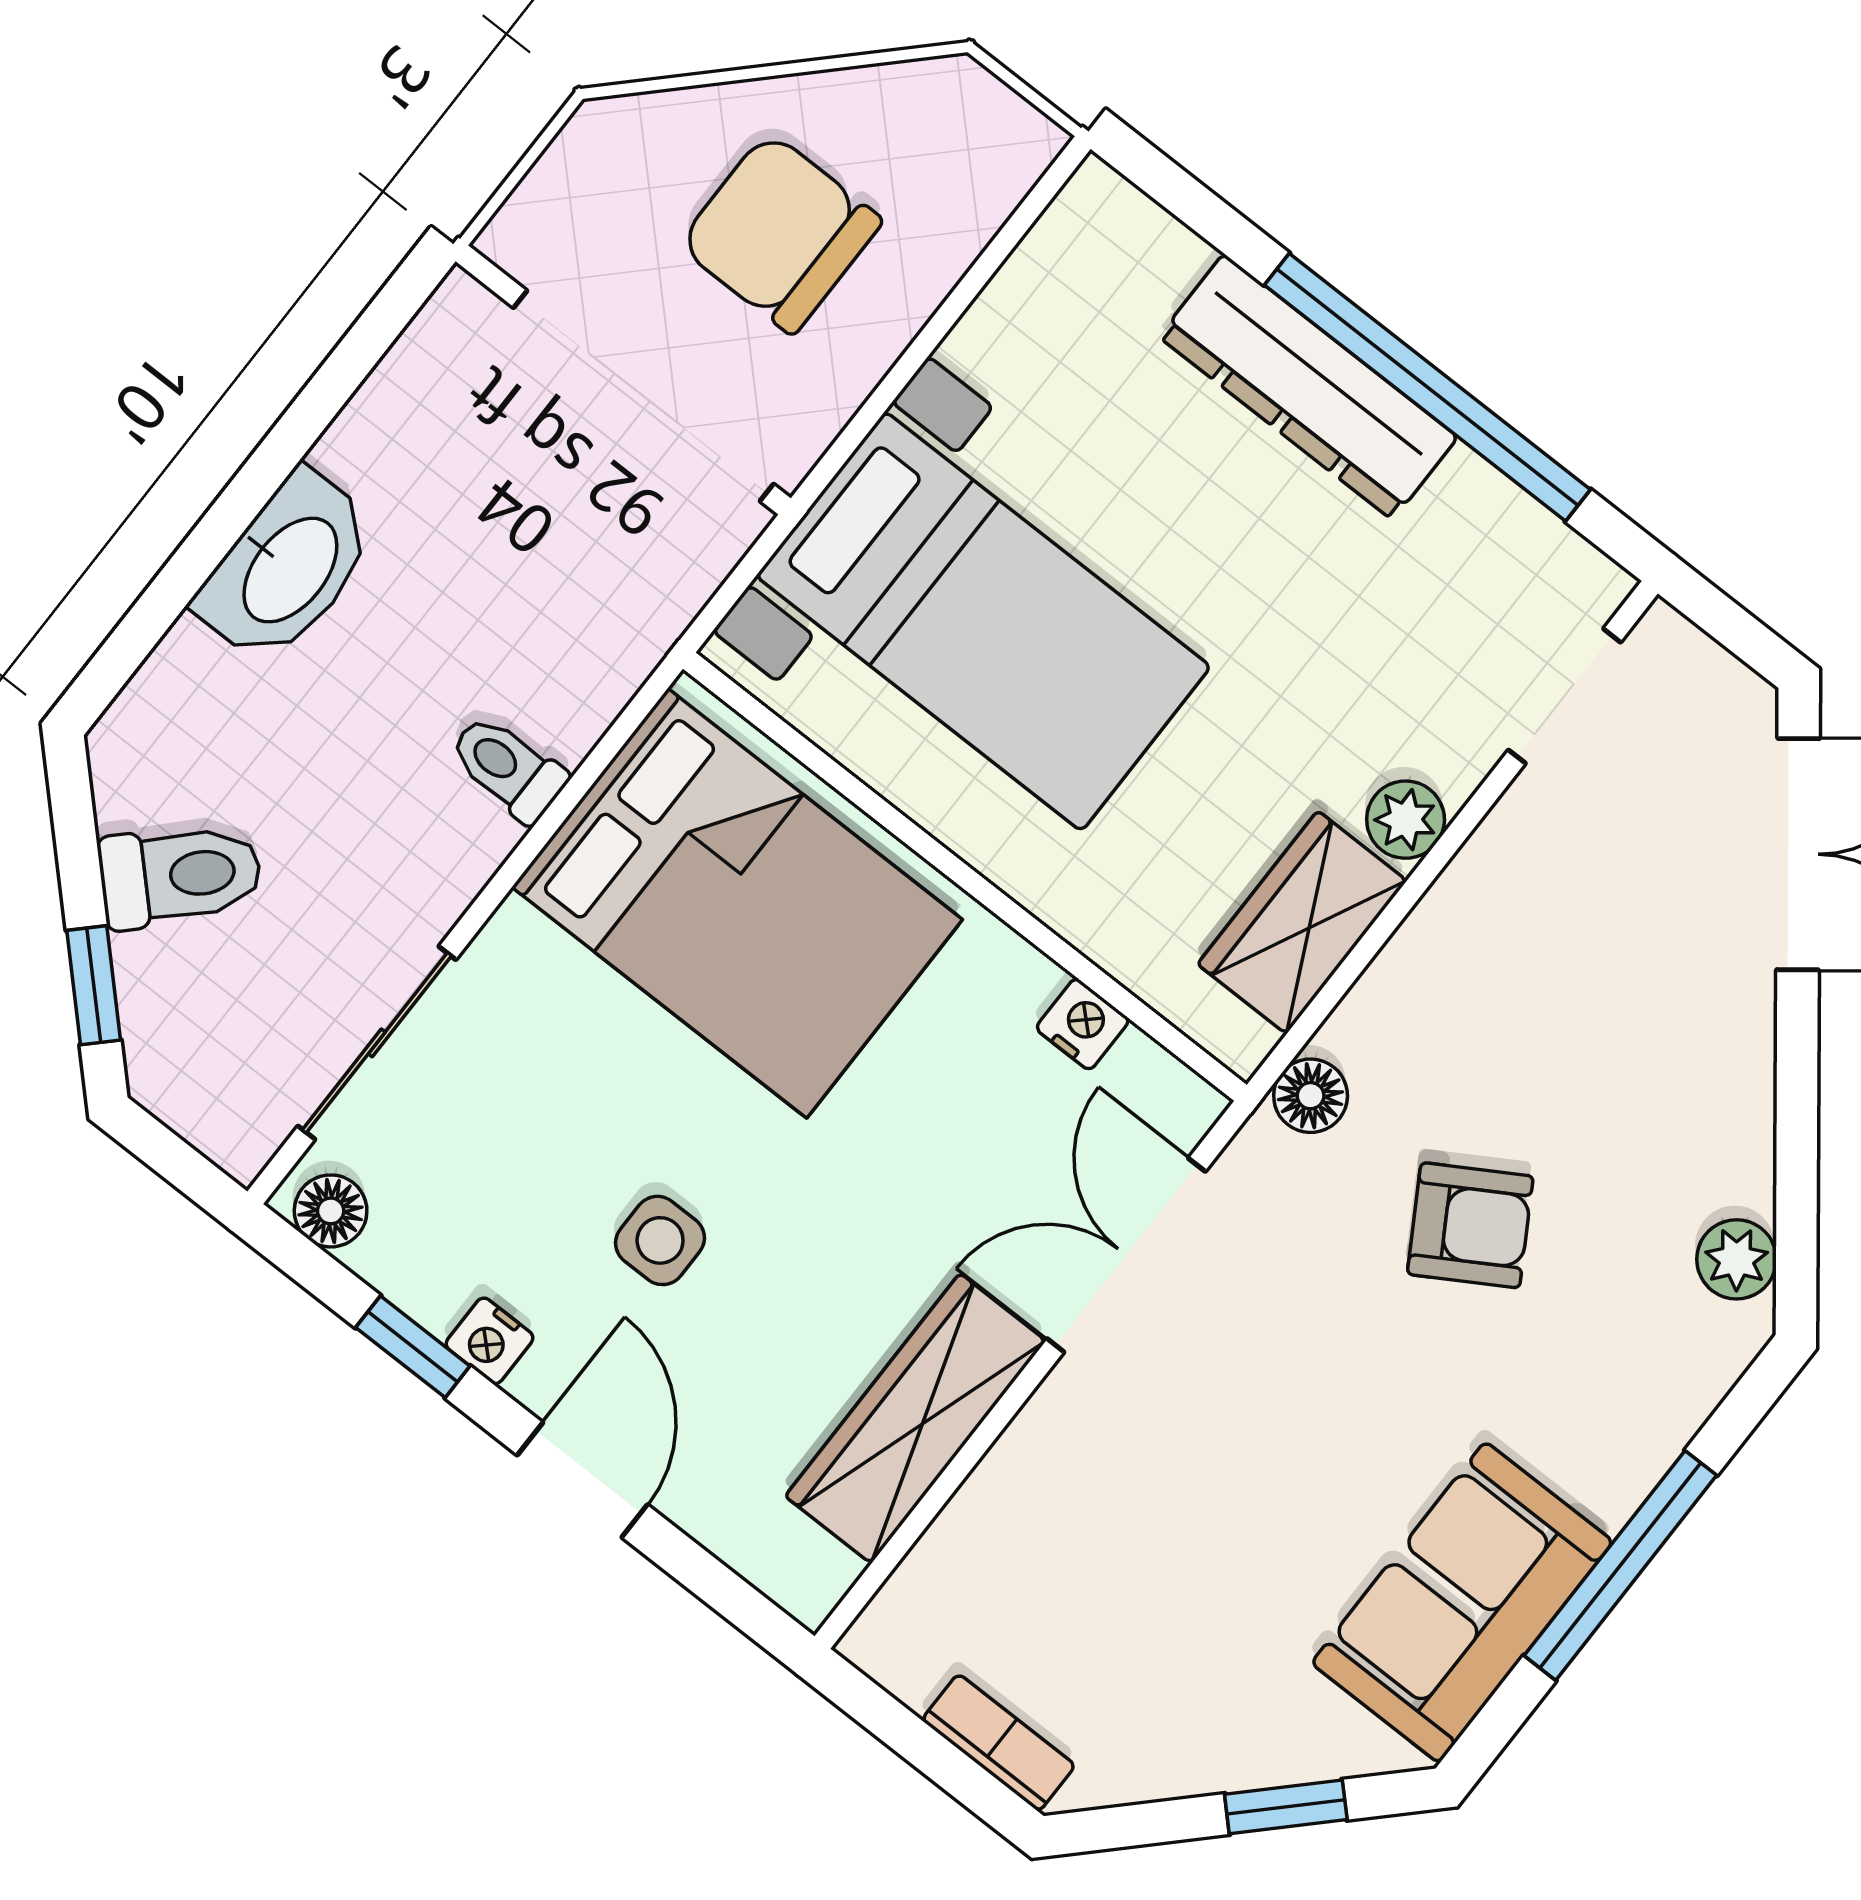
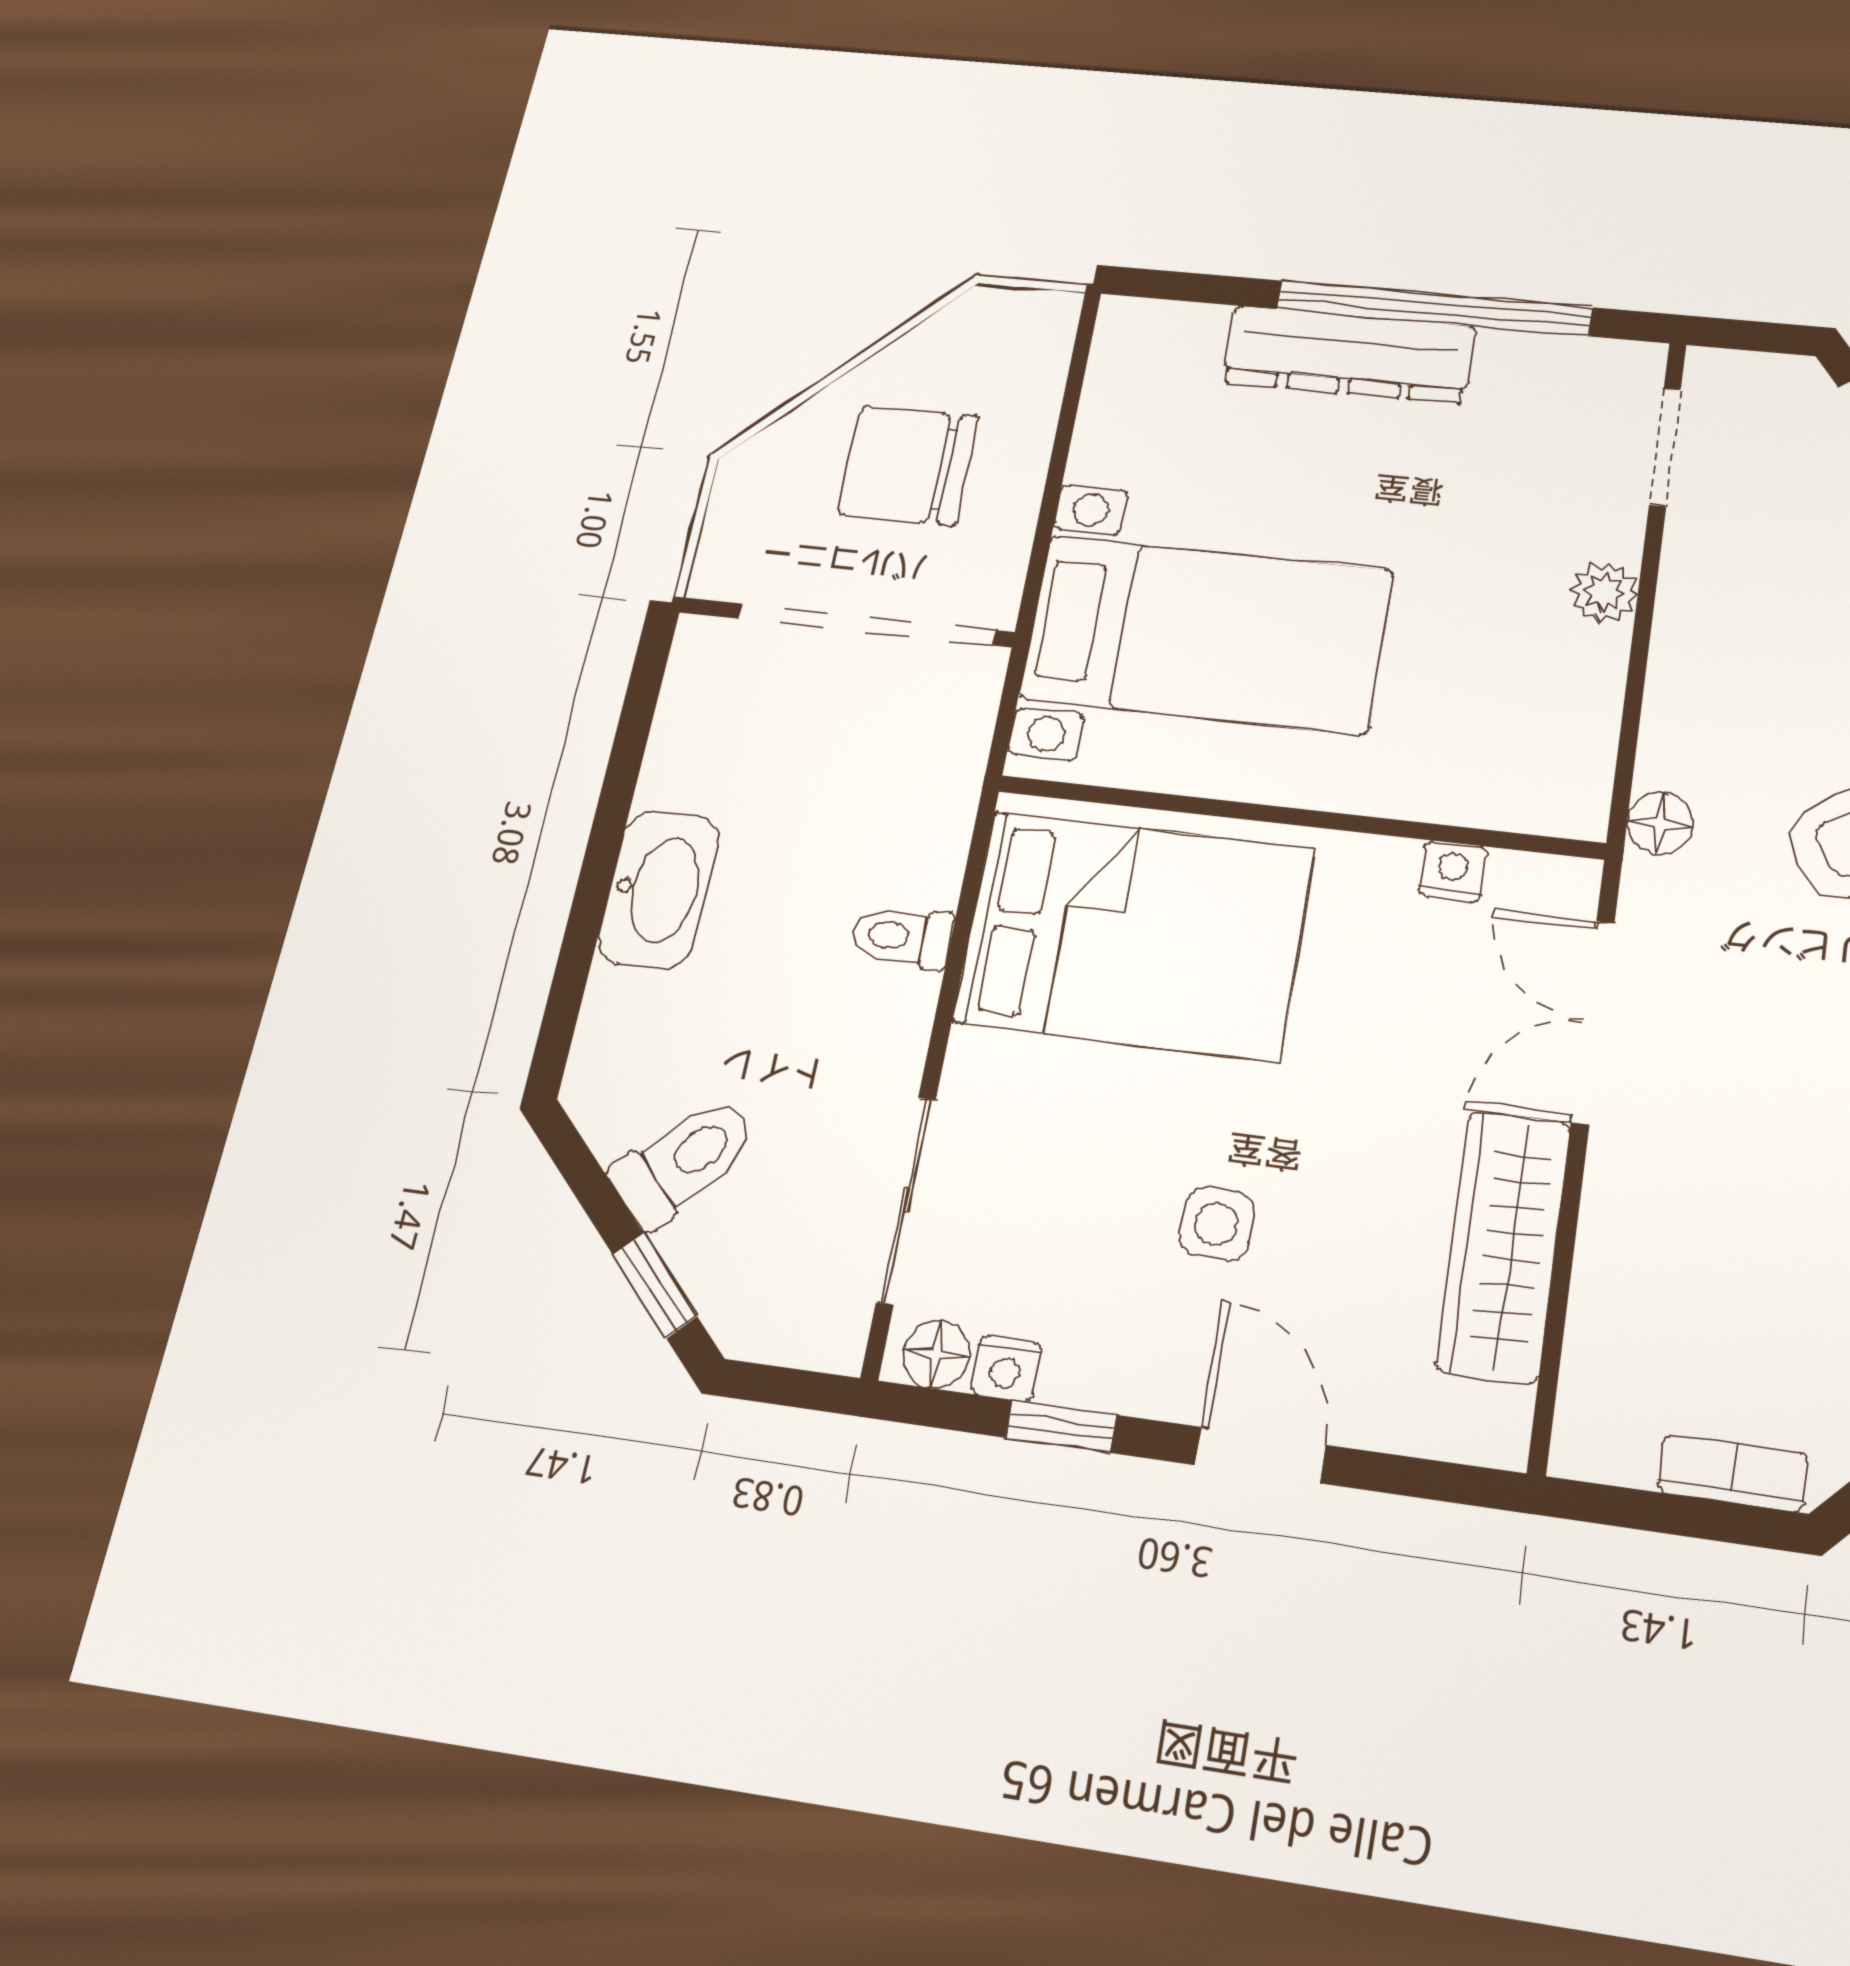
wardrobe: (1302, 922) -> (1574, 705), removed
nightstand: (490, 1341) -> (1006, 1368), moved

